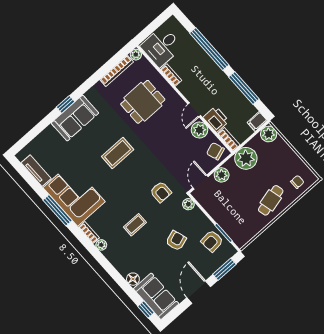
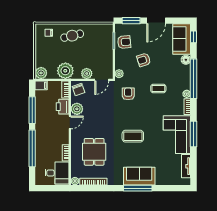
dining table: (143, 102) -> (94, 152), turned 90
window: (65, 104) -> (138, 188), width x2.17
window: (108, 267) -> (194, 79), added

